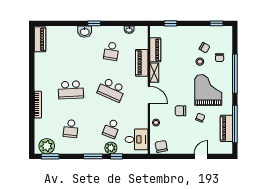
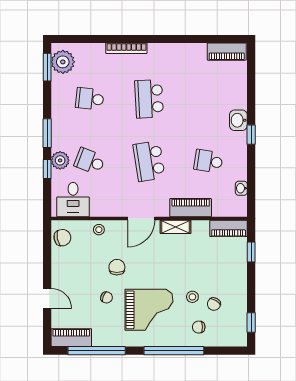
piano: (155, 50) -> (229, 228), moved
school desk: (111, 90) -> (149, 161), turned -33
piano: (226, 128) -> (71, 338), moved

